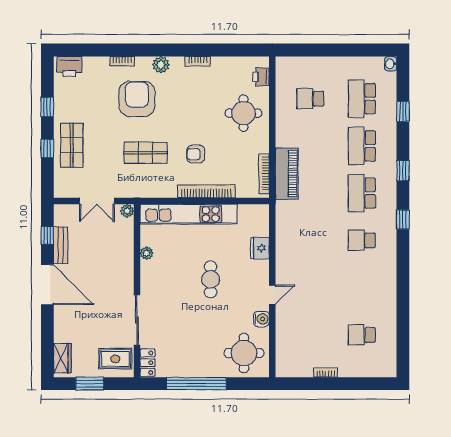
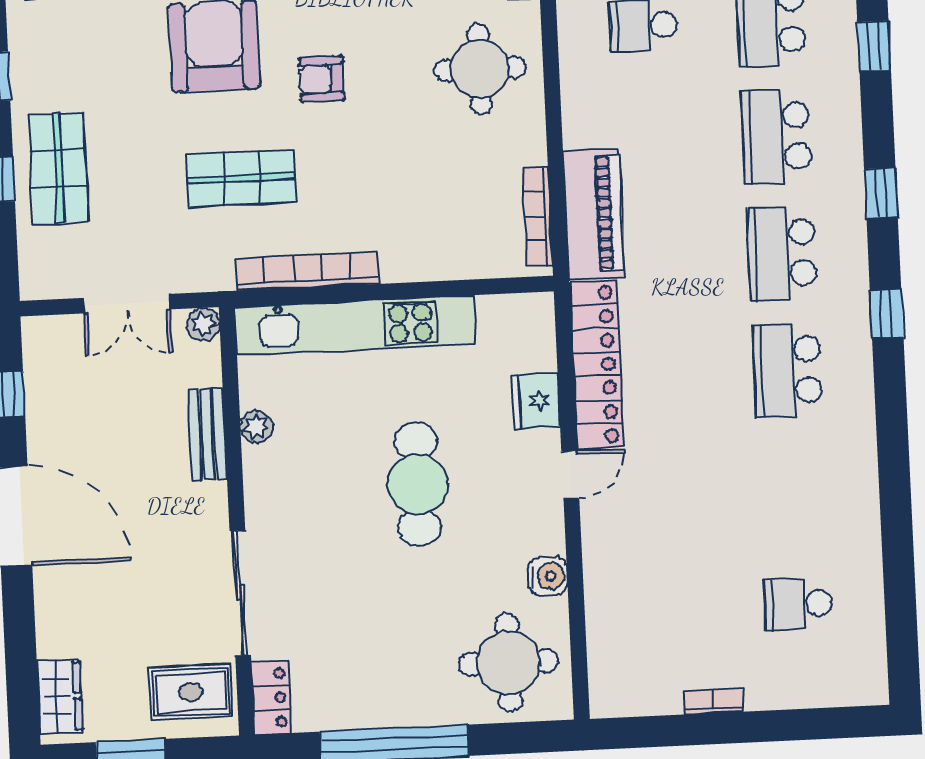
armchair: (196, 154) -> (322, 79), moved
bookcase: (206, 191) -> (307, 271), moved
locker: (285, 235) -> (597, 365), added
school desk: (362, 240) -> (787, 370), width x1.85
bench: (61, 245) -> (207, 434), moved
cafe table: (211, 279) -> (418, 484), width x1.37, depth x1.35
door: (272, 295) -> (570, 475), moved

